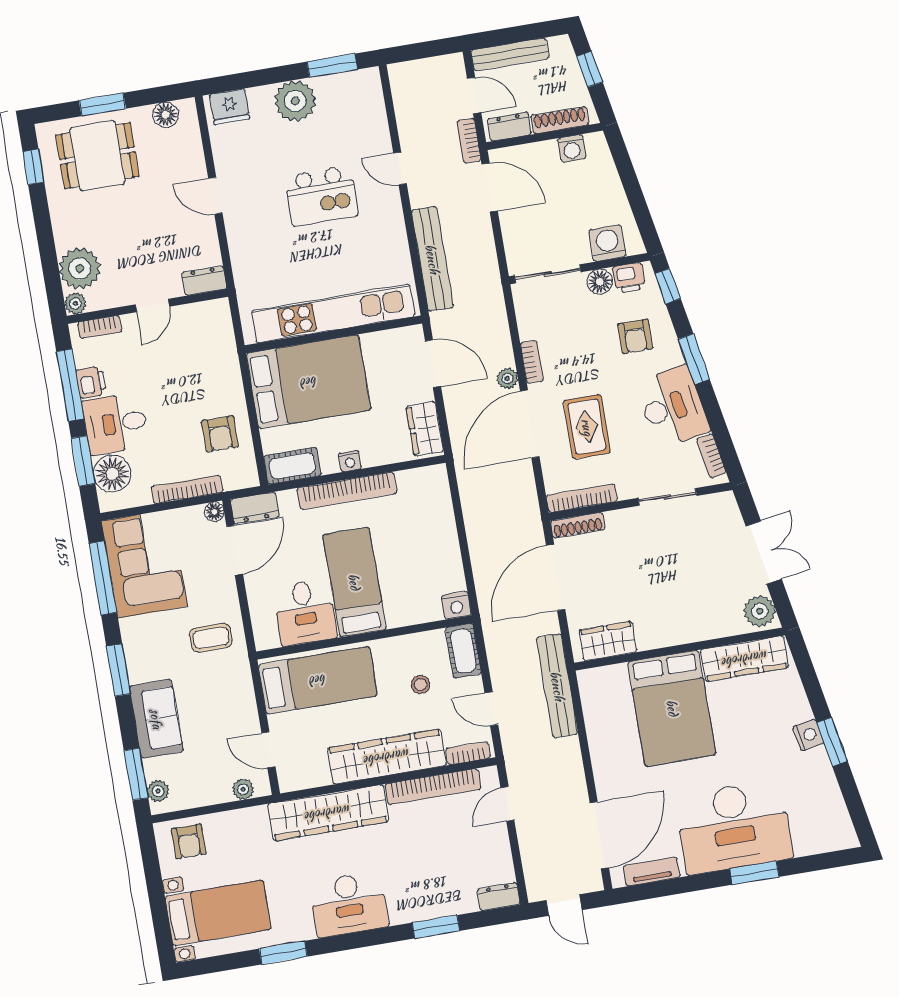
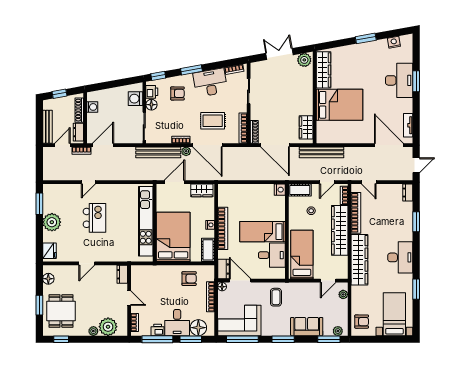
bench: (432, 259) -> (158, 152), moved
plant: (75, 303) -> (93, 331), moved
nightstand: (808, 735) -> (394, 42), moved
desk: (734, 827) -> (399, 80), width x0.73, depth x0.77

